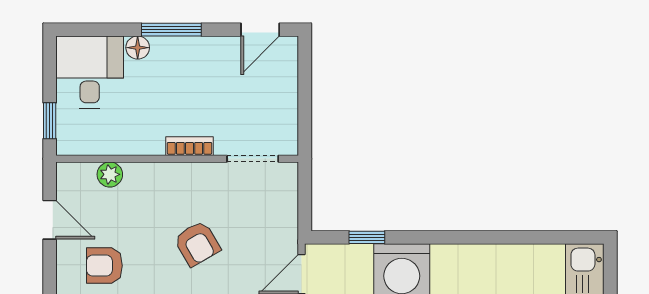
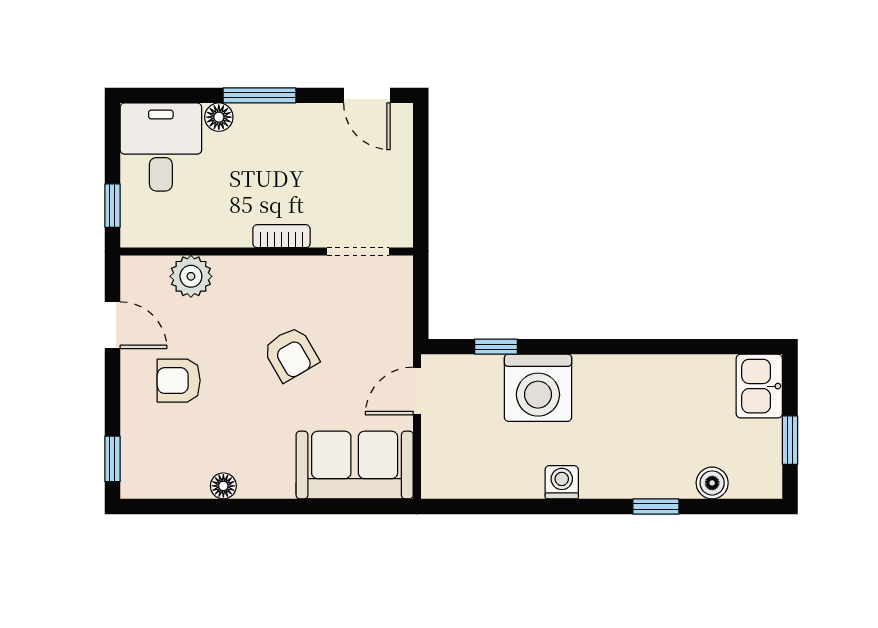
door: (260, 30) -> (367, 95), hinge flipped
plant: (110, 174) -> (191, 276), width x1.38, depth x1.38

